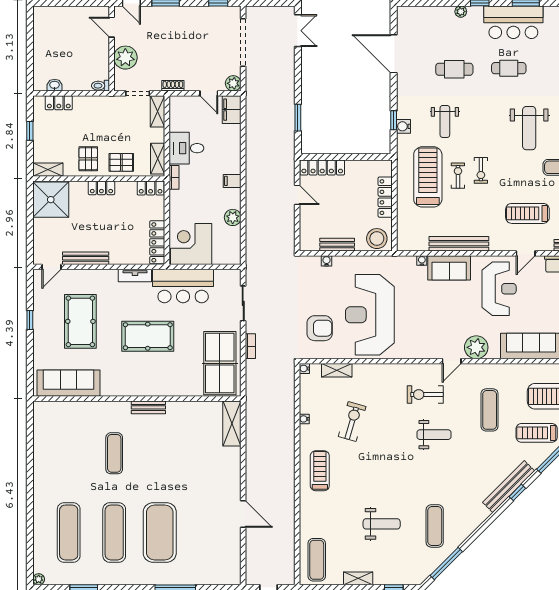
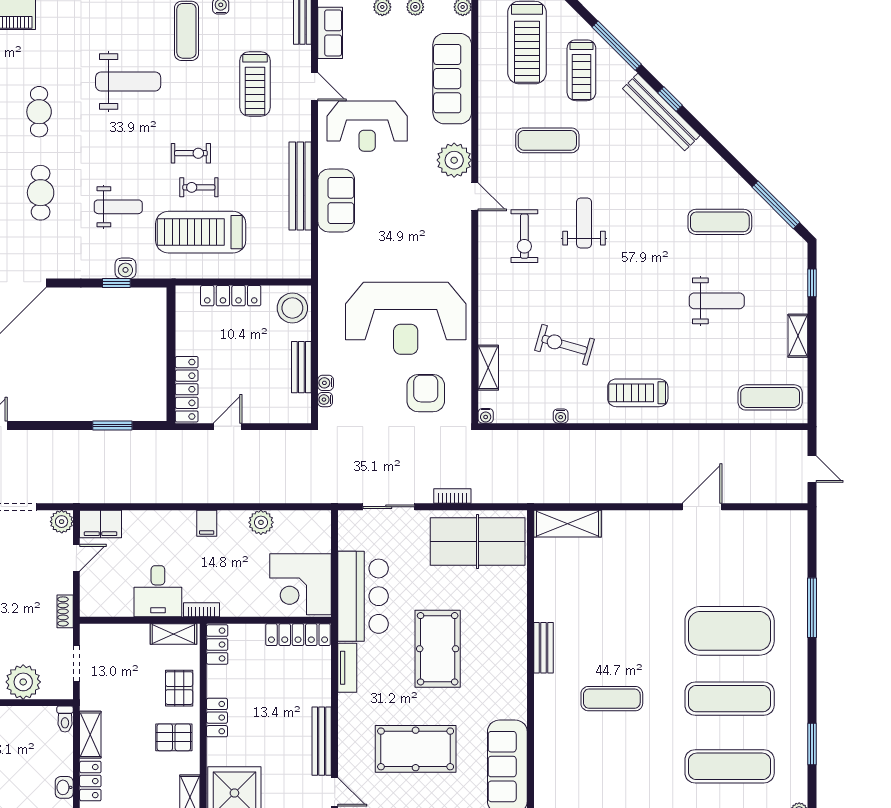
shelving: (158, 111) -> (90, 735), moved, turned 90
water cooler: (422, 261) -> (325, 400), moved
reception desk: (499, 289) -> (367, 126), turned 180
weight bench: (382, 524) -> (717, 301), turned 90

